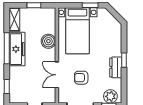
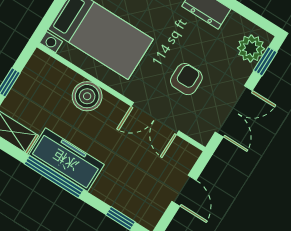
armchair: (81, 78) -> (186, 79), turned 180

